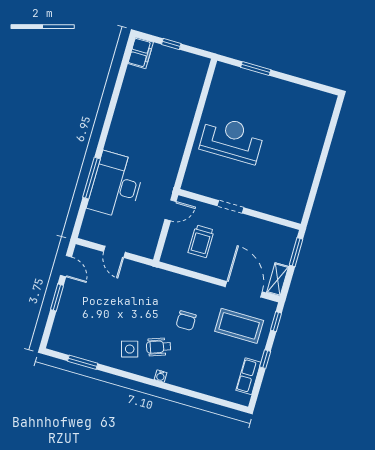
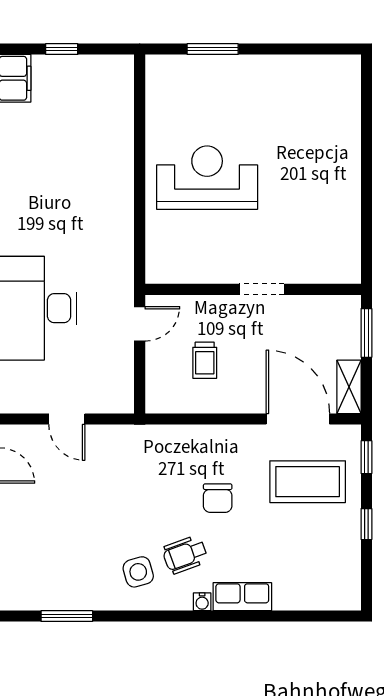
doorway: (230, 207) -> (262, 289), moved
trolley: (201, 241) -> (205, 360), width x0.73, depth x0.72
row of seats: (248, 376) -> (242, 597), moved, turned 90

